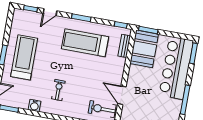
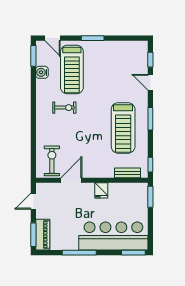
treadmill: (85, 43) -> (123, 128), turned 180
booth: (144, 49) -> (128, 196), removed
treadmill: (24, 57) -> (72, 70), moved, turned 90
fridge: (135, 71) -> (101, 190), added
water cooler: (35, 105) -> (42, 72), moved

